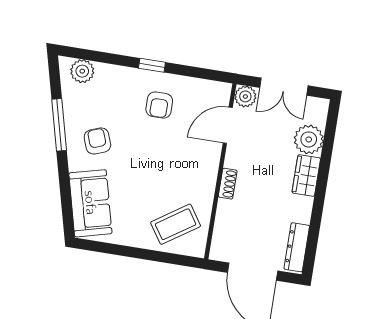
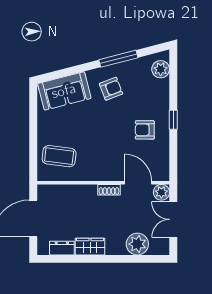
wardrobe: (306, 176) -> (90, 247), moved
shoe rack: (228, 184) -> (109, 190), moved
coffee table: (176, 224) -> (59, 156), turned -49
dresser: (297, 247) -> (62, 248), width x0.70

